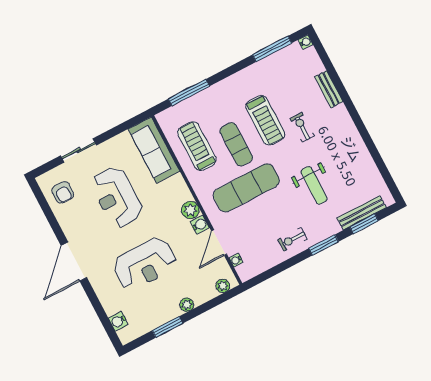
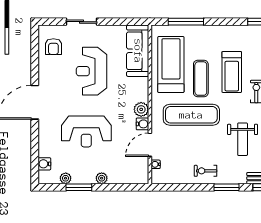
treadmill: (197, 146) -> (171, 64), width x1.37, depth x1.38
plant: (223, 286) -> (66, 178), moved

